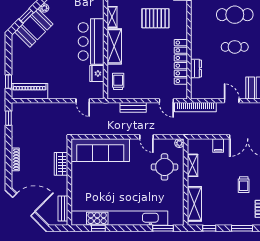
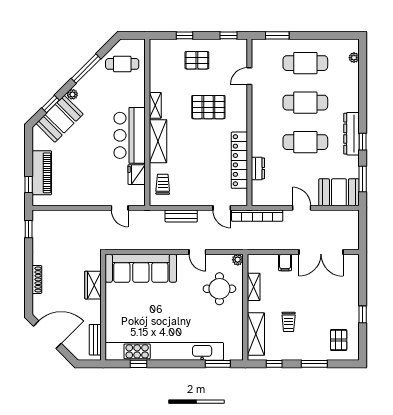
cafe table: (235, 47) -> (305, 142), width x1.37, depth x1.35
piano: (29, 91) -> (42, 173), moved, turned 90
trolley: (244, 185) -> (289, 322), moved

